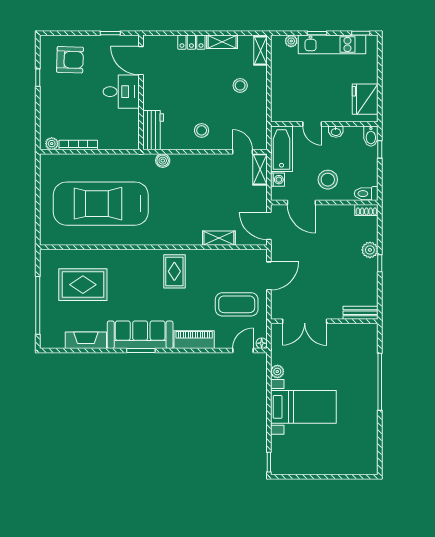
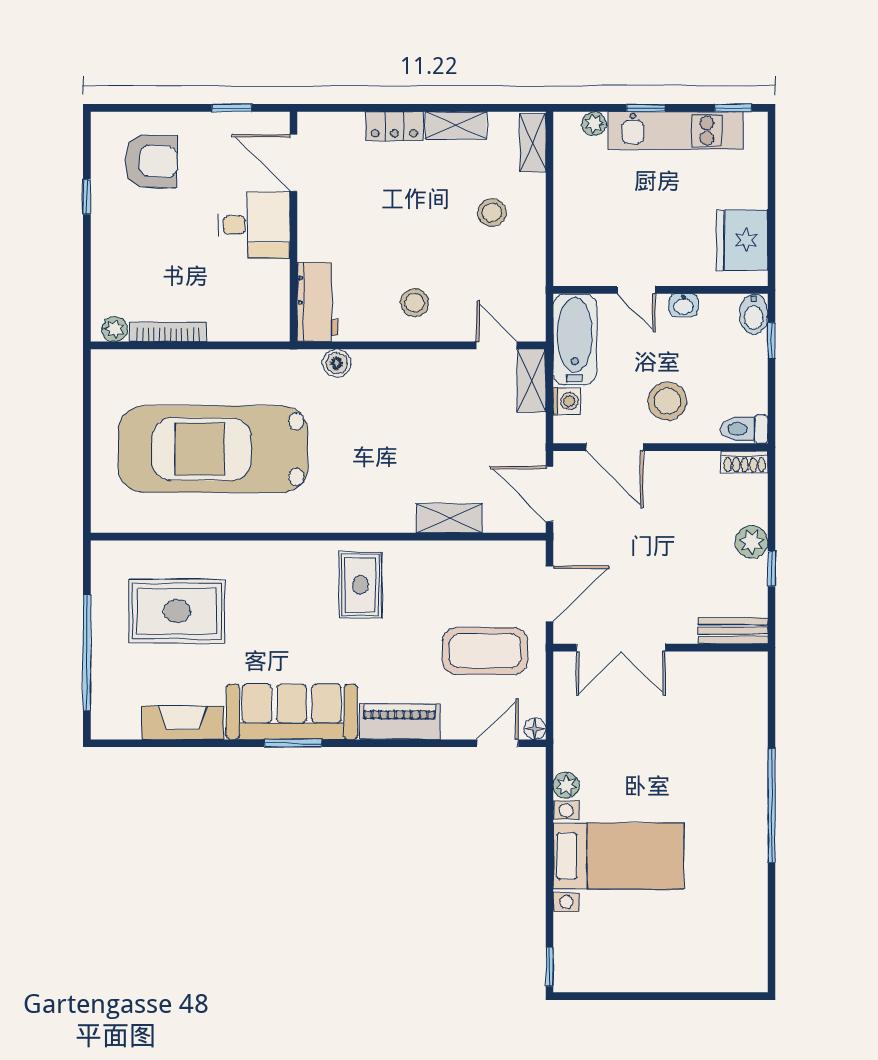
bench: (361, 313) -> (733, 631), moved
double door: (305, 321) -> (621, 648), moved
wall: (324, 321) -> (660, 648), moved

